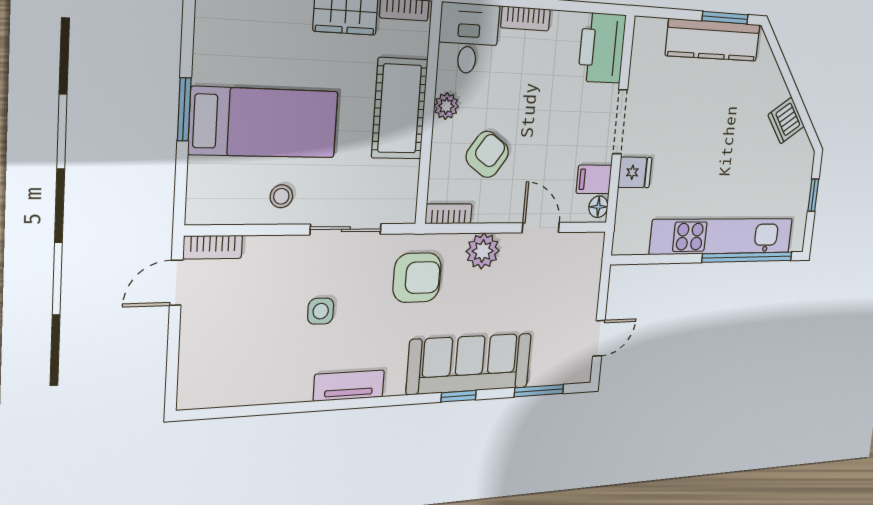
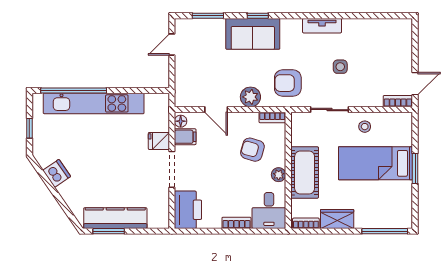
armchair: (487, 154) -> (252, 150), turned 71
sofa: (470, 364) -> (253, 34), width x0.73

